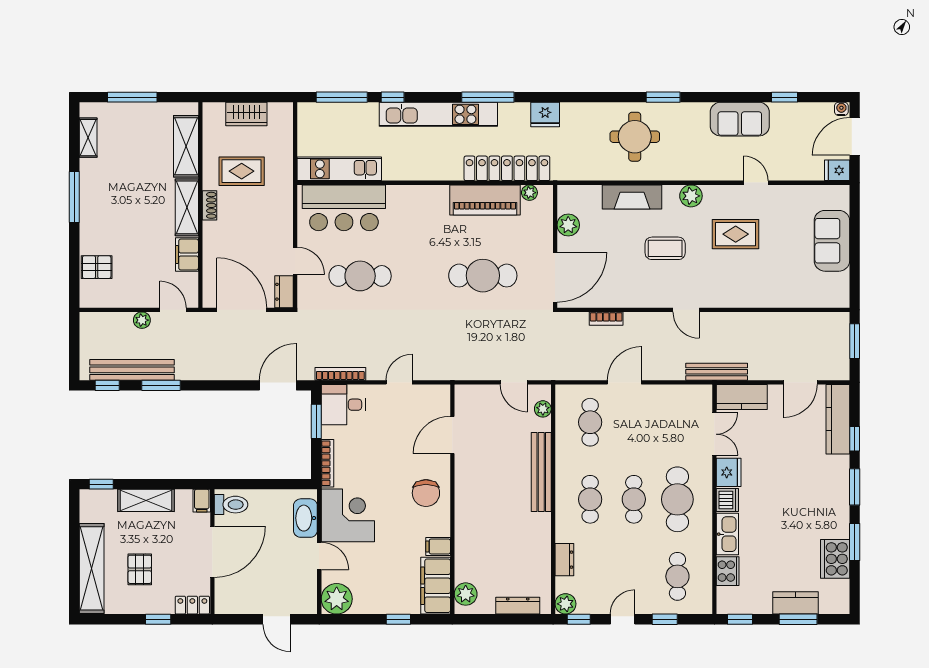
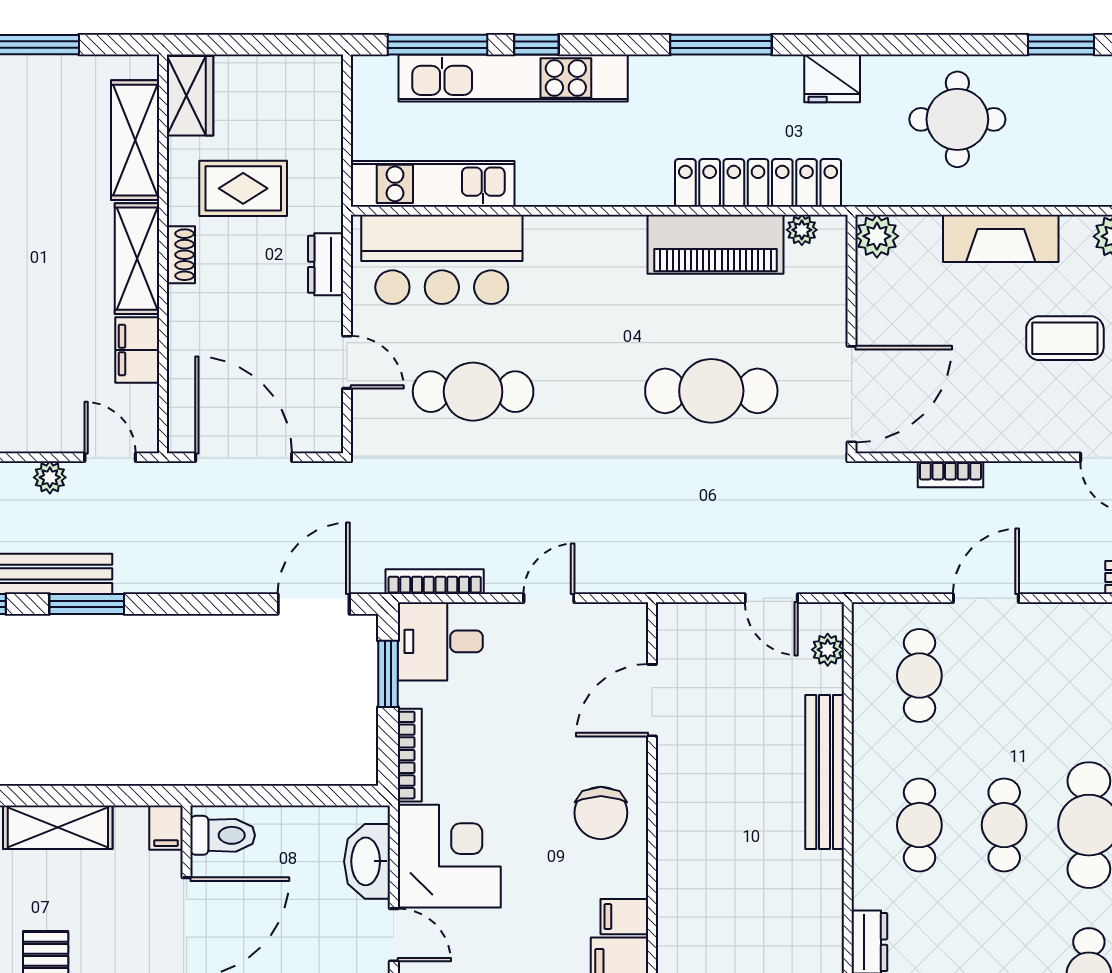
wardrobe: (246, 114) -> (190, 96), moved, turned -90
kitchen unit: (438, 114) -> (513, 78), moved
round table: (635, 137) -> (957, 119), moved
plant: (568, 225) -> (877, 236), moved
dresser: (284, 292) -> (326, 264), moved

